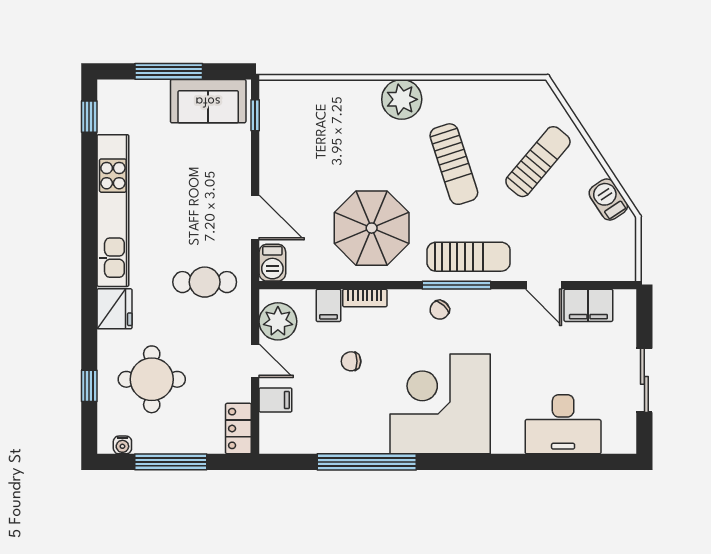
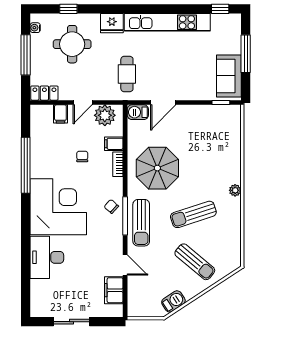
plant: (402, 99) -> (235, 190), width x0.53, depth x0.53
door: (544, 285) -> (125, 265), swing flipped
desk: (563, 424) -> (47, 257), moved

